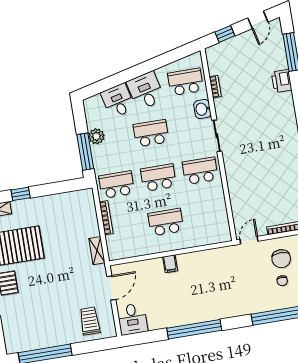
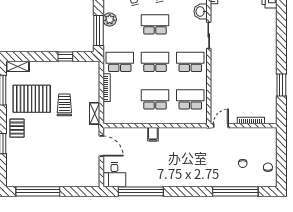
window: (21, 194) -> (65, 56), moved
school desk: (208, 215) -> (190, 99), added
chair: (281, 259) -> (245, 145), removed
door: (111, 288) -> (101, 146), hinge flipped
trolley: (90, 321) -> (64, 105), moved
window: (194, 329) -> (141, 191), moved

